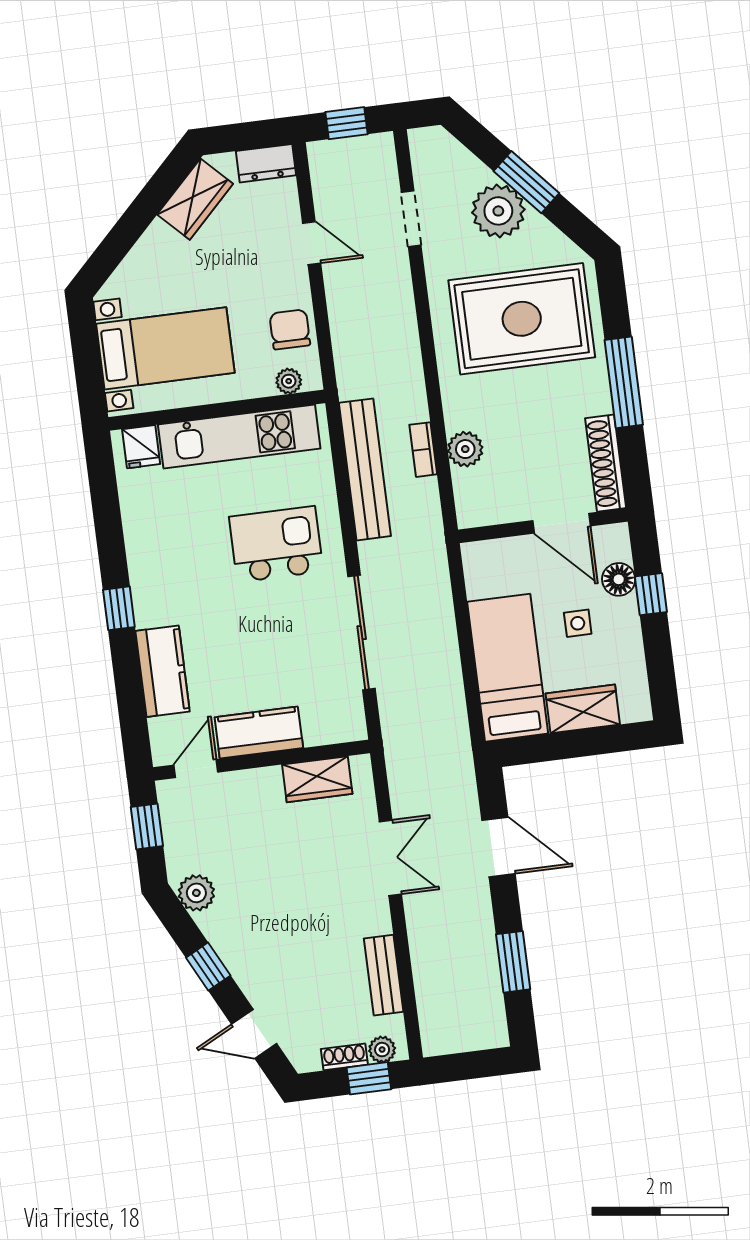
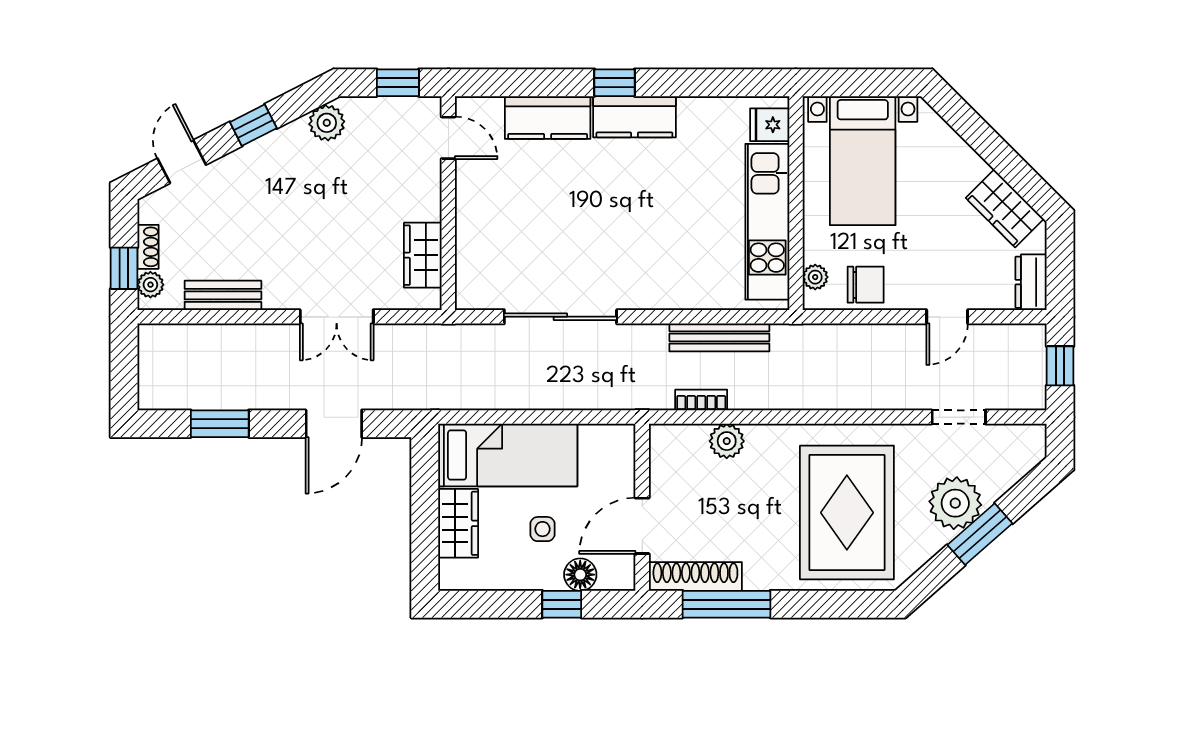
window: (624, 382) -> (726, 604), moved
bookcase: (423, 450) -> (701, 400), moved
bench: (365, 469) -> (719, 337), width x0.73, depth x0.82
kitchen island: (276, 544) -> (658, 244), removed
kitchen counter: (259, 733) -> (634, 117), moved, turned 90

